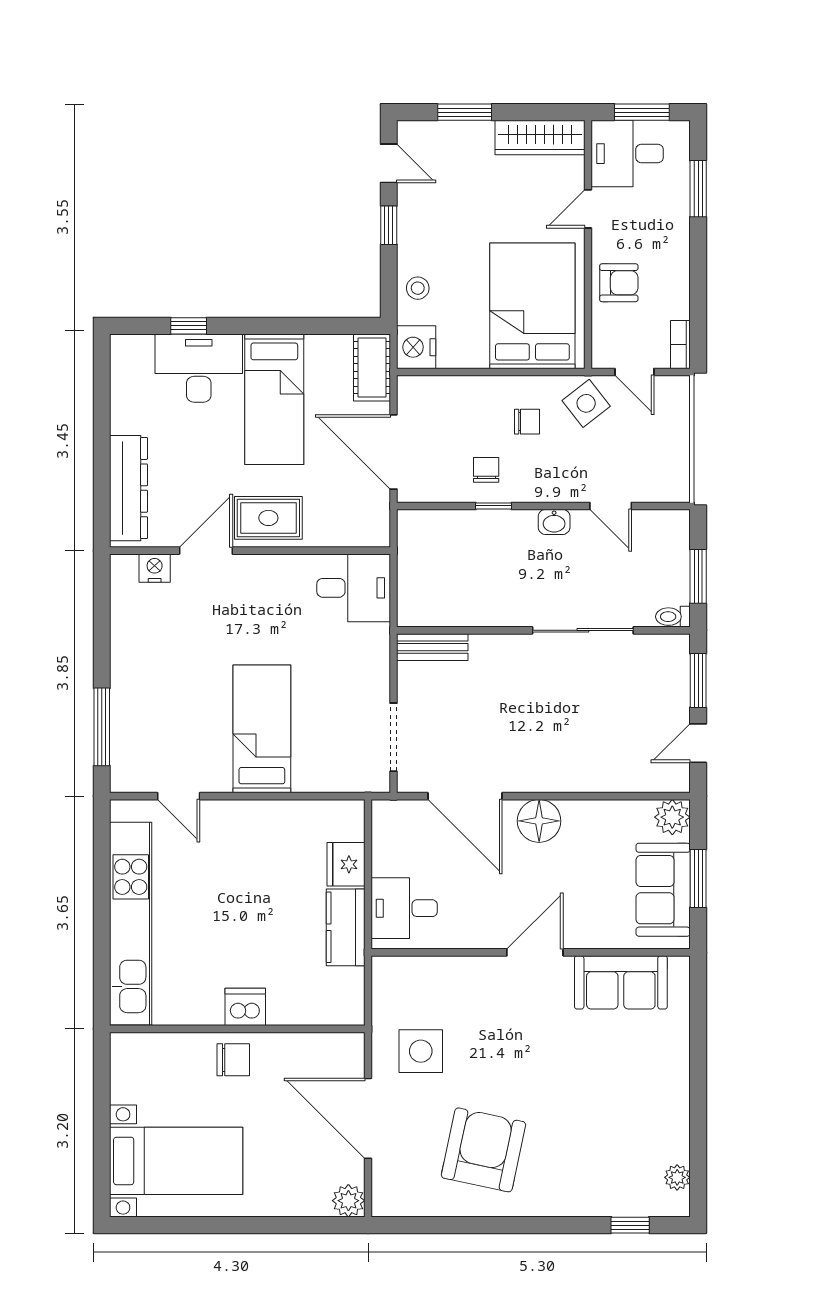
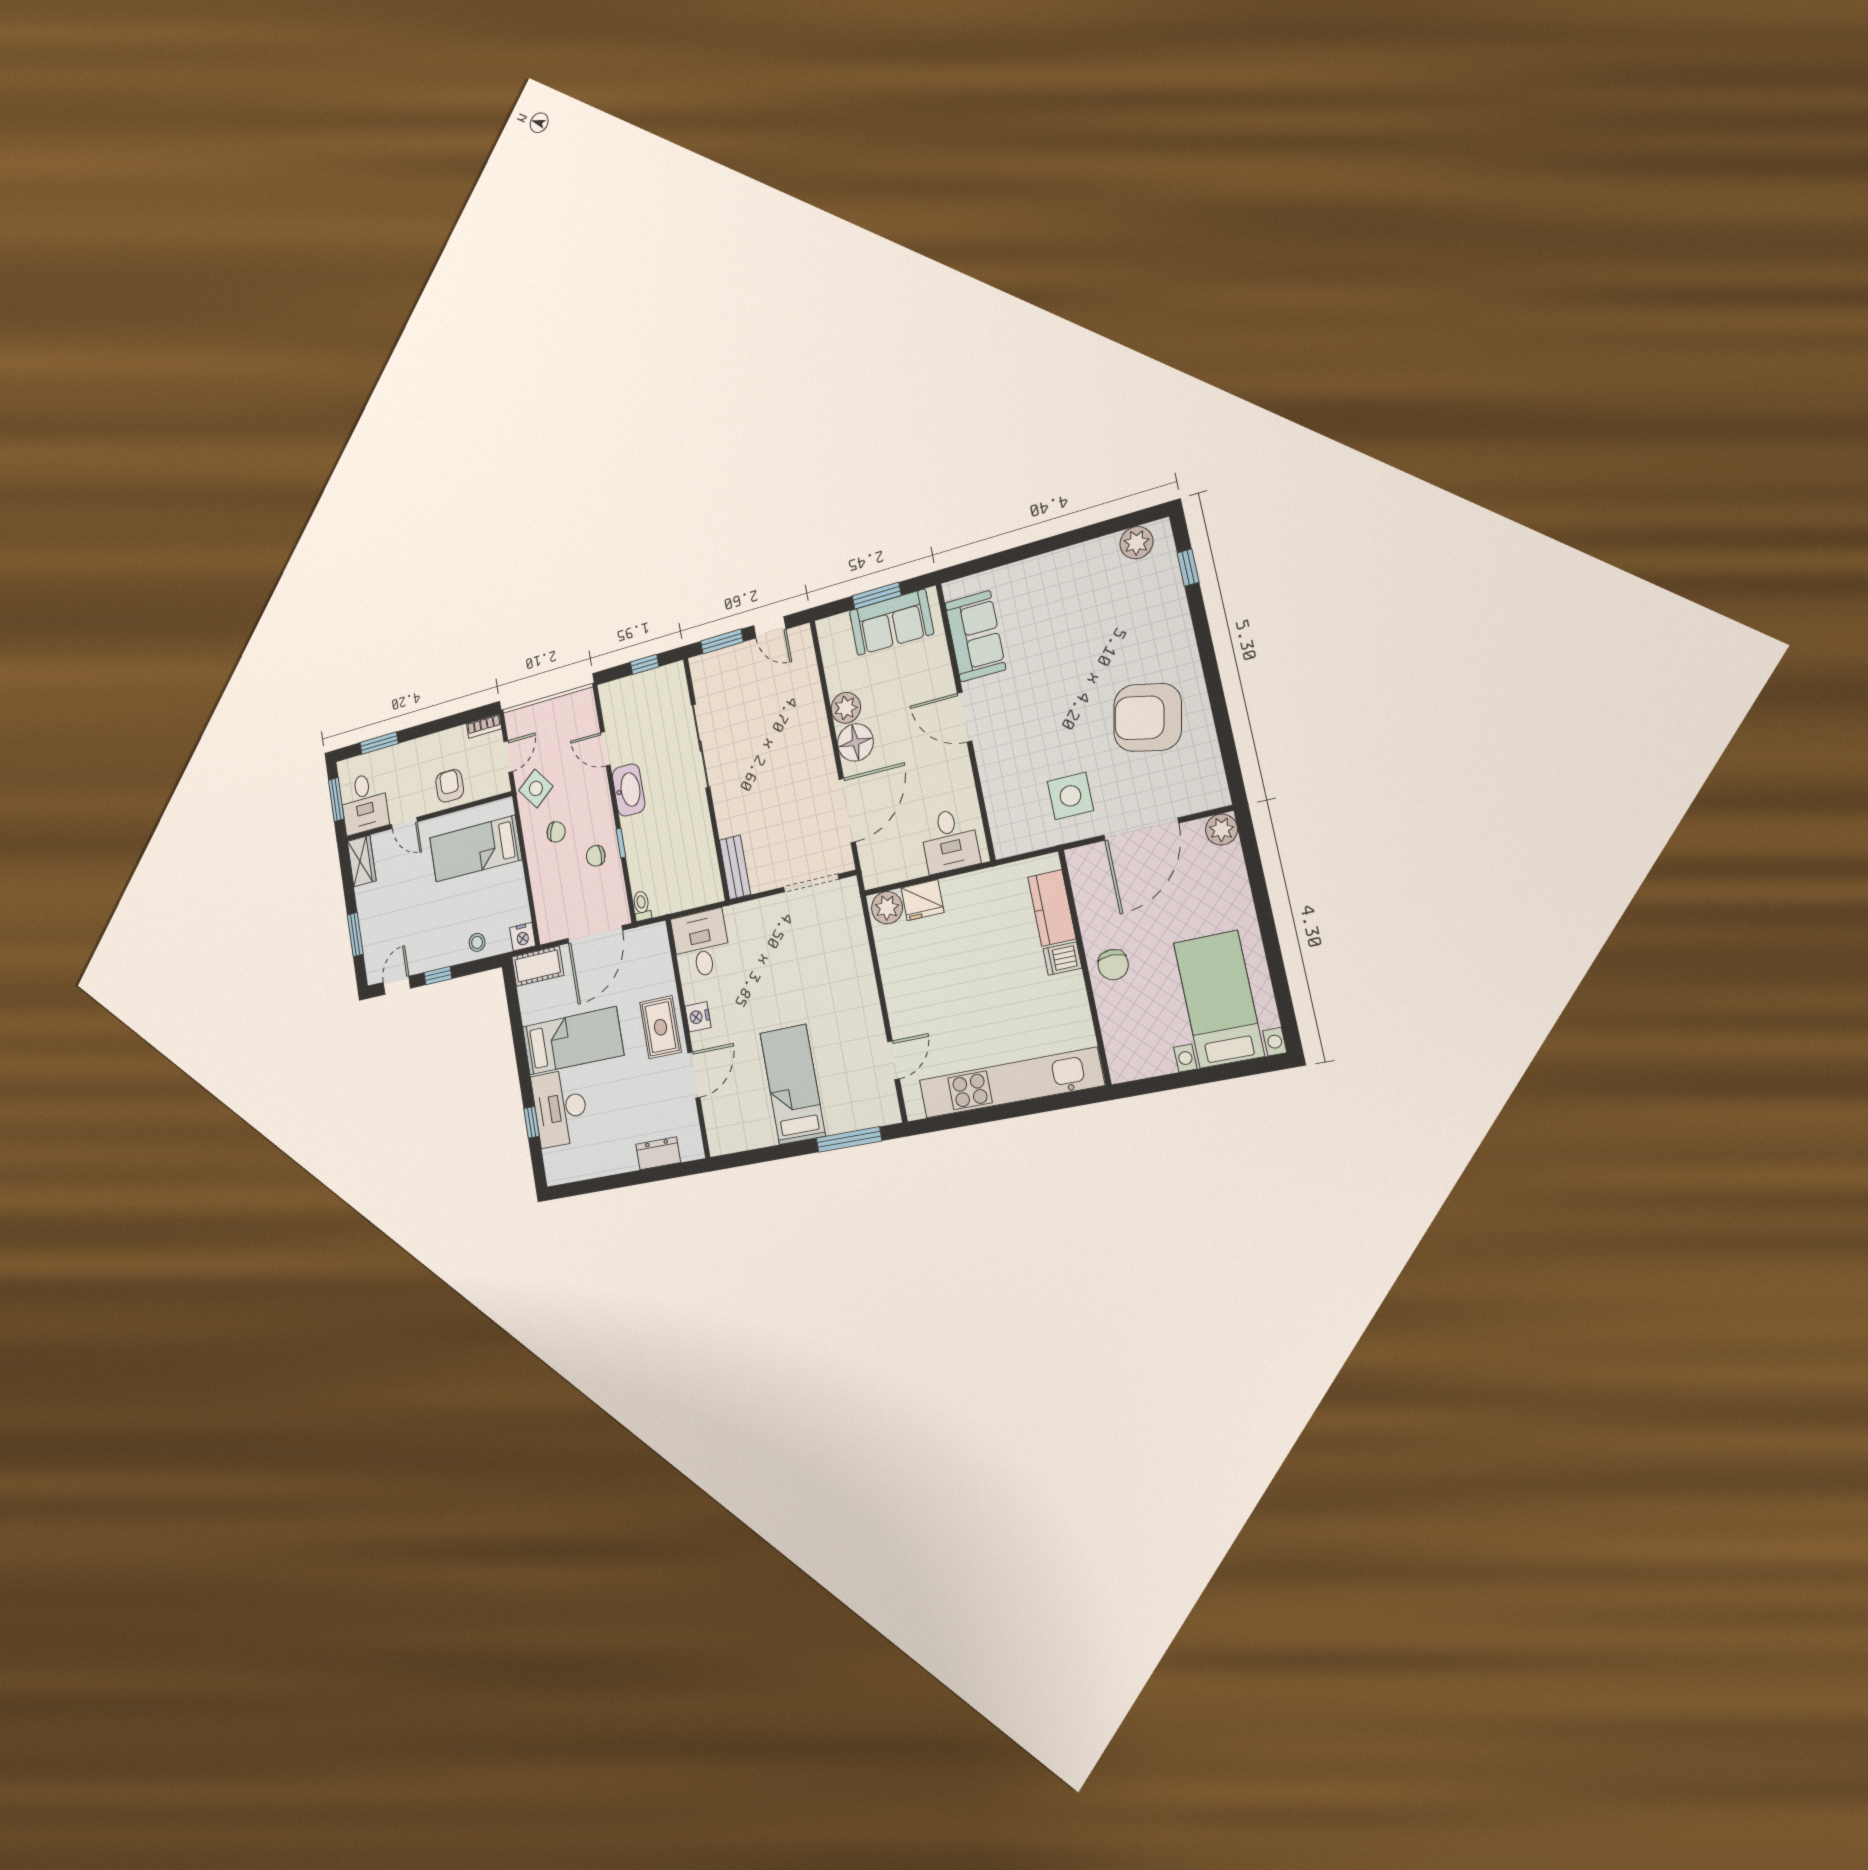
wardrobe: (540, 137) -> (362, 861), width x0.67
bed: (532, 306) -> (475, 849), width x0.67
nightstand: (416, 347) -> (523, 937), width x0.74, depth x0.75
chair: (527, 422) -> (556, 832), turned 109
dresser: (129, 488) -> (658, 1153), width x0.51, depth x0.80
door: (611, 506) -> (605, 749), swing flipped
washbasin: (554, 522) -> (629, 790), width x1.91, depth x1.45
door: (206, 551) -> (694, 1075), swing flipped
nightstand: (155, 568) -> (698, 1017), moved
window: (698, 576) -> (645, 664), width x0.67
toilet: (673, 617) -> (642, 906), moved, turned 180
bed: (262, 729) -> (793, 1084), moved, turned 90
plant: (672, 817) -> (846, 708), moved
plant: (347, 822) -> (887, 908), added
kitchen counter: (346, 927) -> (1052, 908), moved, turned 90
dishwasher: (245, 1007) -> (1062, 958), width x0.73
chair: (233, 1060) -> (1113, 965), turned 180
plant: (677, 1177) -> (1136, 543), width x1.38, depth x1.38

